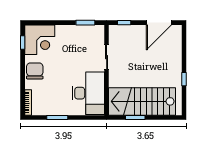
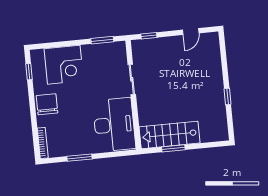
door: (159, 23) -> (191, 32), width x0.53
corner desk: (40, 40) -> (64, 65), moved
stairs: (142, 101) -> (170, 135), width x0.73, depth x0.66

